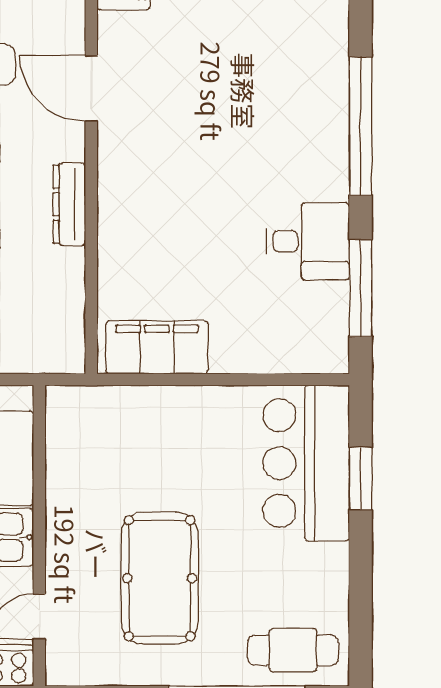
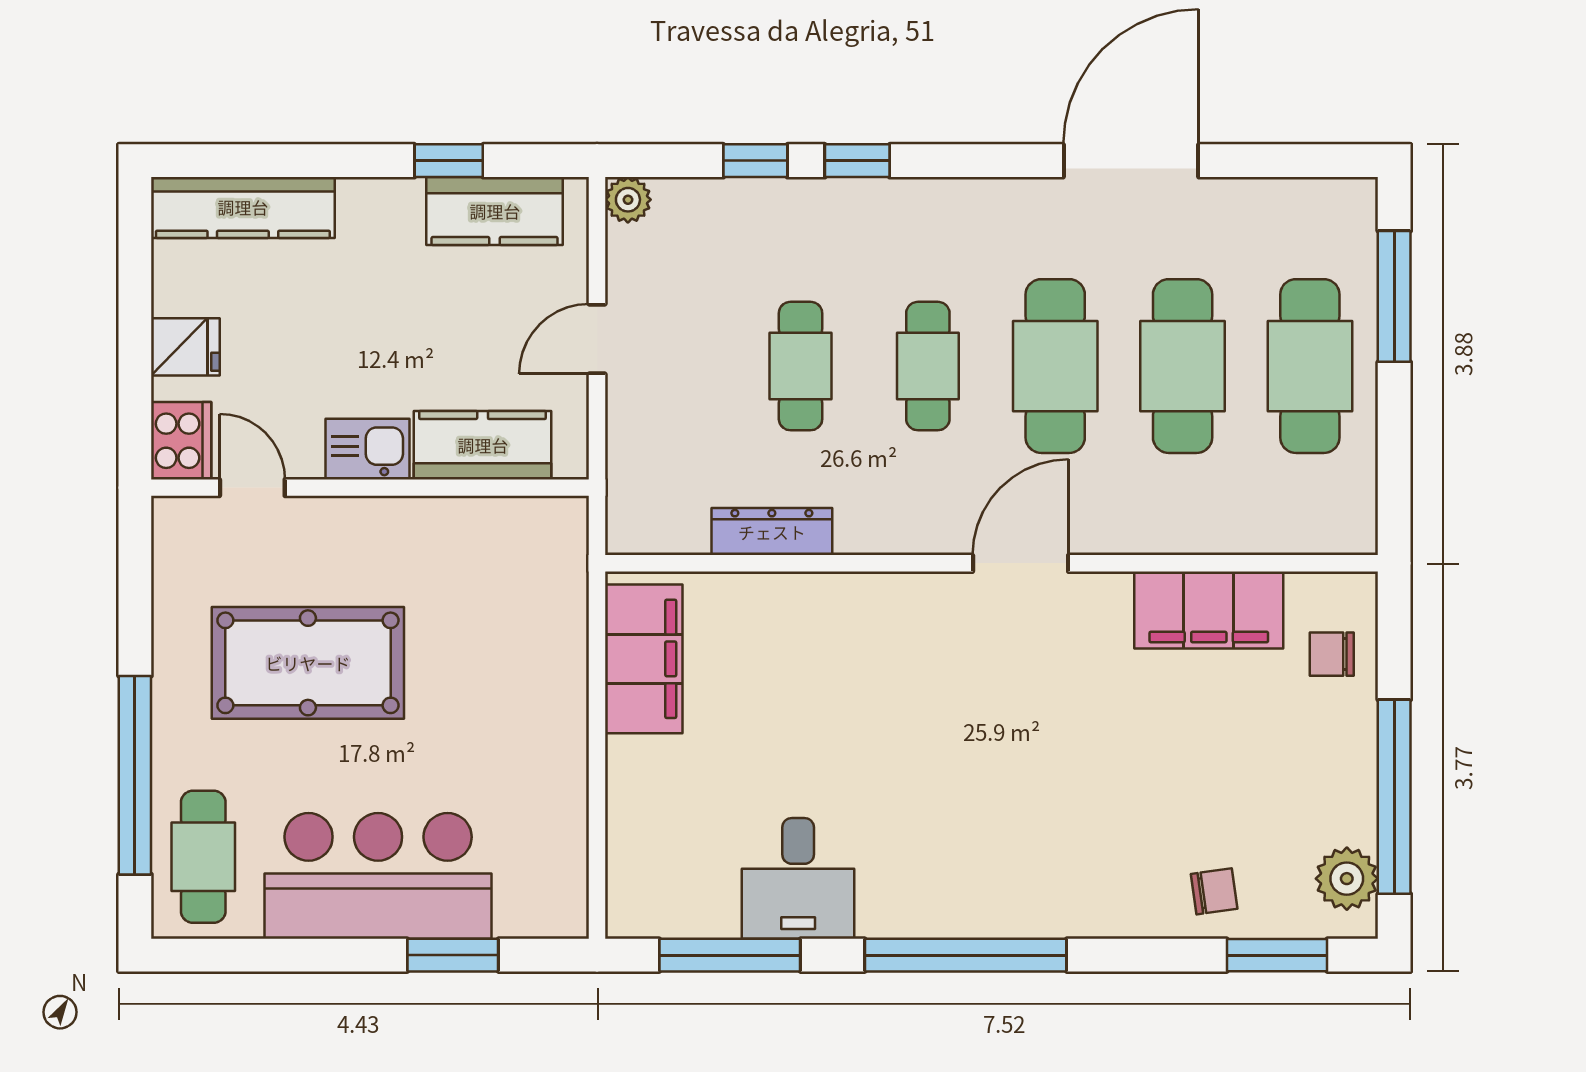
dresser: (69, 204) -> (772, 532), moved
bar counter: (306, 463) -> (378, 876), moved

